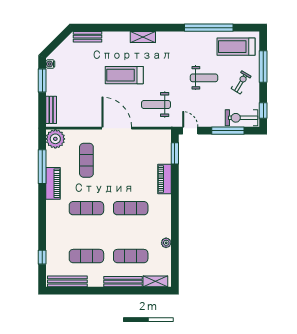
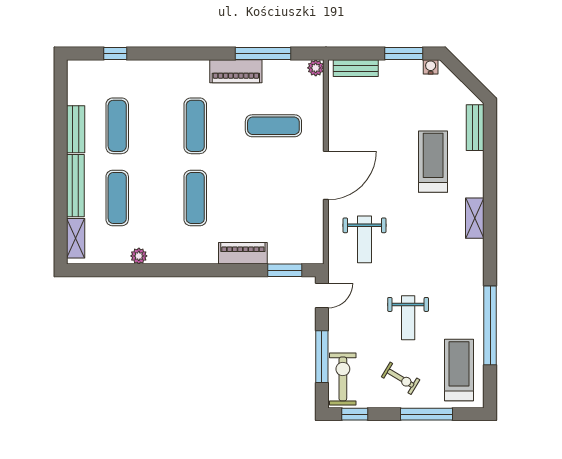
treadmill: (124, 75) -> (433, 162), moved
weight bench: (156, 104) -> (365, 239), turned 180
plant: (55, 139) -> (316, 68), width x0.53, depth x0.53
bench: (67, 281) -> (76, 129), moved, width x0.73

